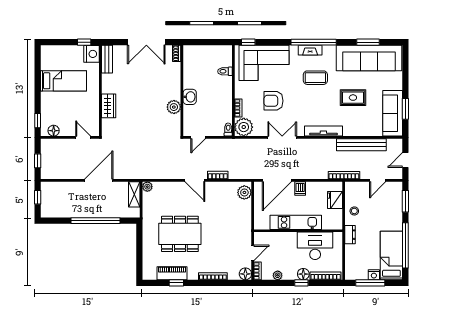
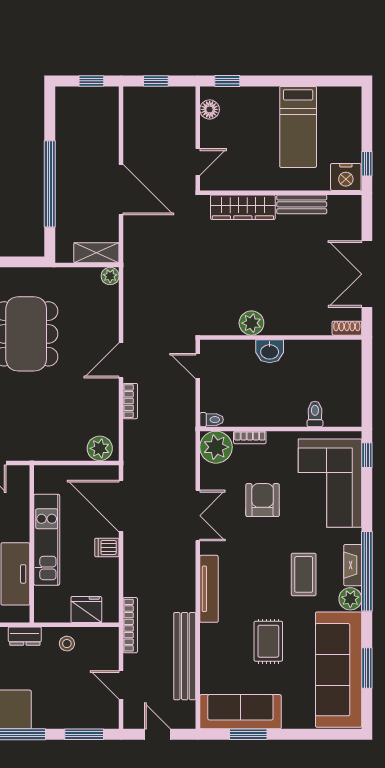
plant: (329, 51) -> (350, 599), added
bench: (107, 59) -> (302, 204), moved
wardrobe: (109, 106) -> (243, 207), width x1.50

